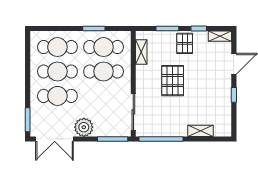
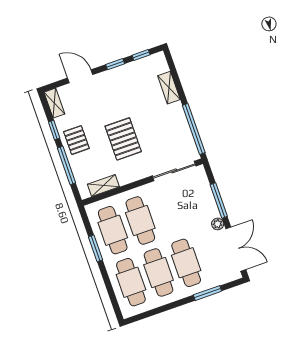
window: (167, 28) -> (67, 165), width x1.44
pallet: (185, 43) -> (76, 140), turned 90
pallet: (173, 81) -> (123, 139), turned 90
window: (234, 118) -> (141, 55), added
window: (28, 120) -> (207, 293), moved
plant: (84, 127) -> (218, 224), width x0.53, depth x0.53
window: (113, 139) -> (219, 200), moved

